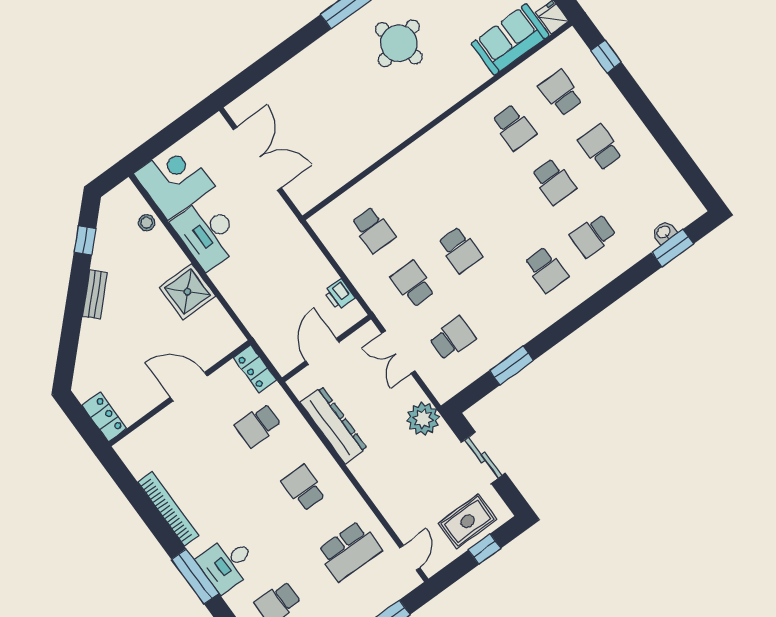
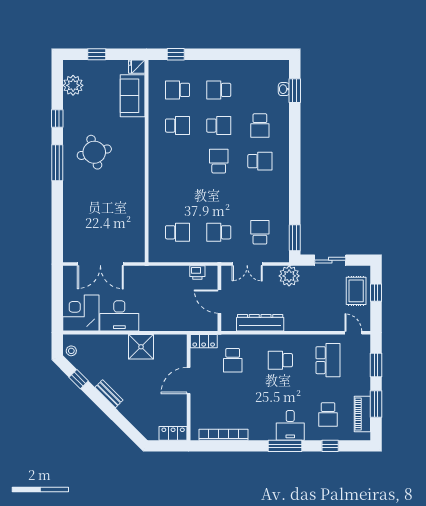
double door: (257, 159) -> (100, 264), swing flipped
stool: (147, 223) -> (71, 351), moved
school desk: (460, 250) -> (219, 161), moved, turned -90
window: (511, 366) -> (295, 238), moved
bookcase: (168, 509) -> (223, 435), moved

